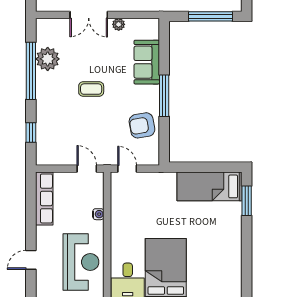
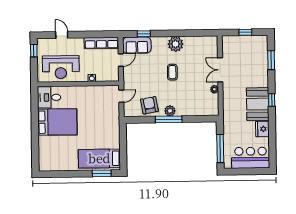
plant: (48, 59) -> (175, 44), moved
sofa: (147, 62) -> (137, 45), moved, turned 180
window: (31, 71) -> (184, 33), removed
plant: (151, 94) -> (170, 111), added
door: (87, 169) -> (121, 60), moved
bed: (209, 186) -> (99, 158), moved, turned -90

